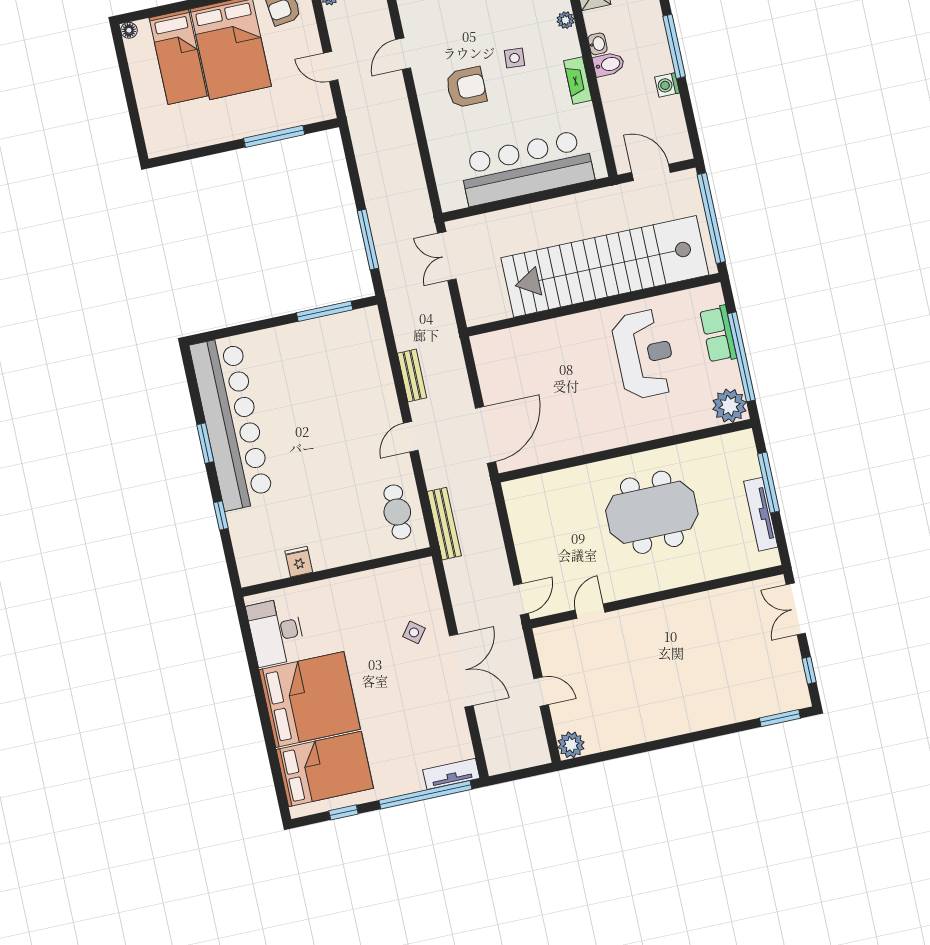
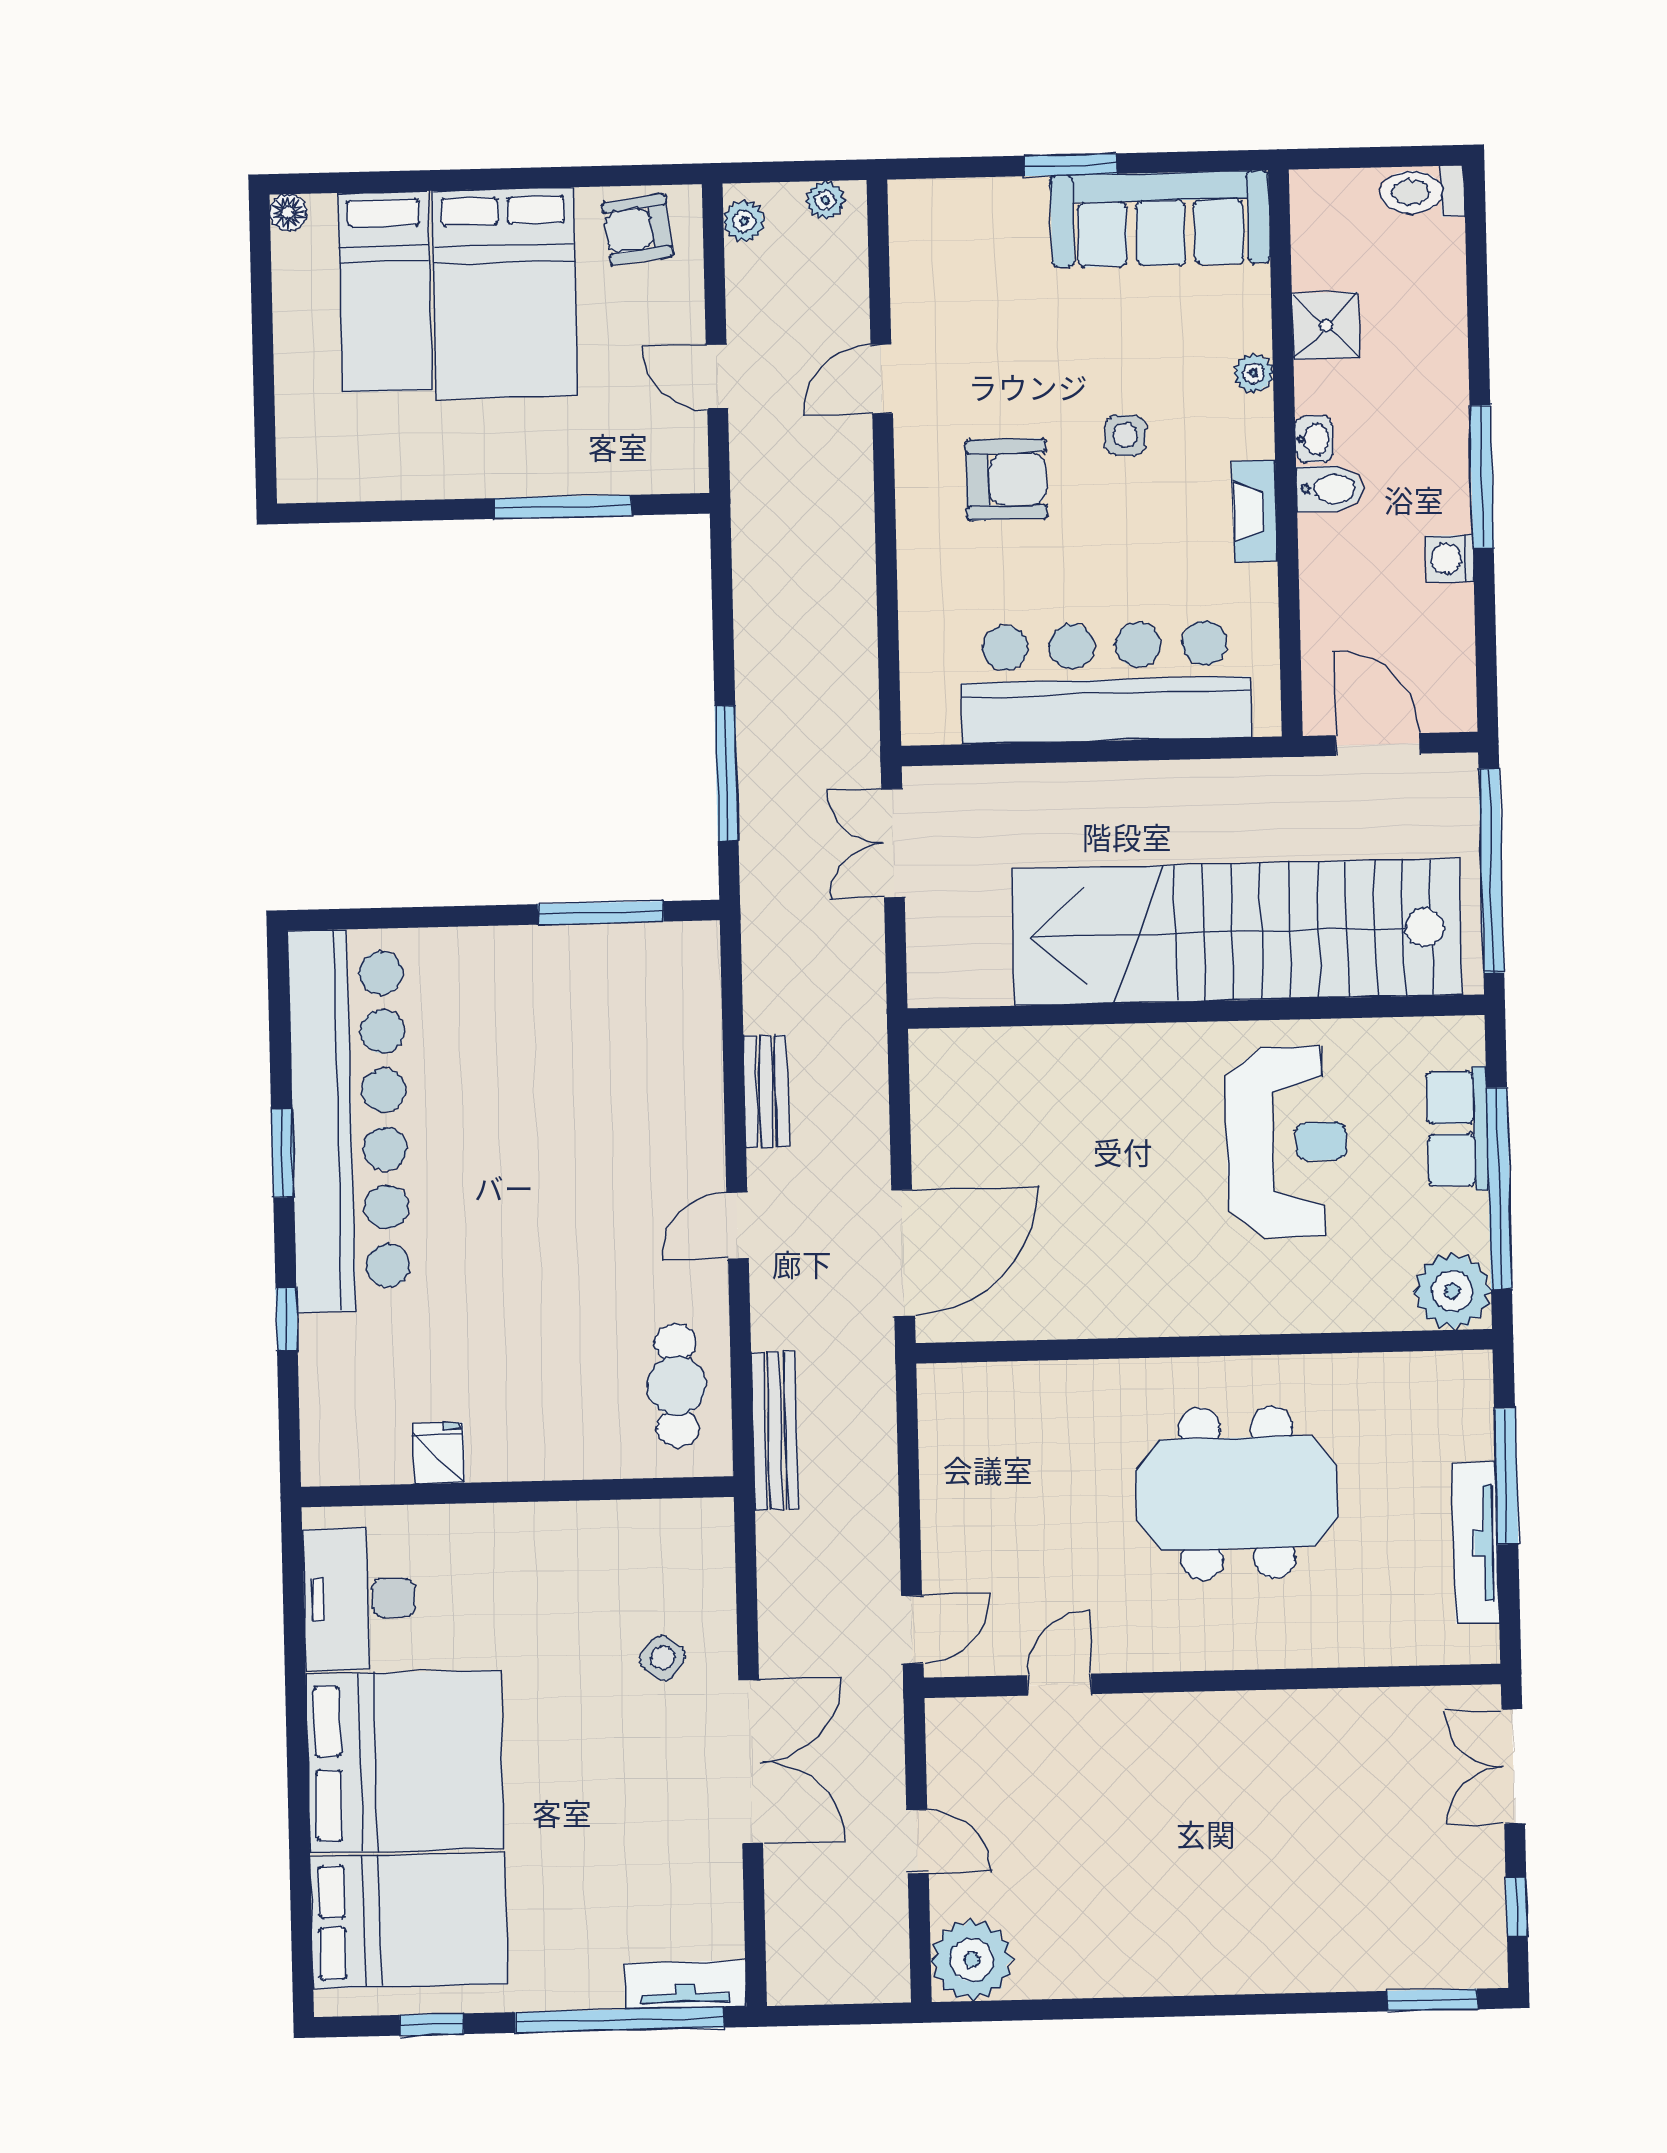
plant: (571, 745) -> (972, 1960), width x1.36, depth x1.36

